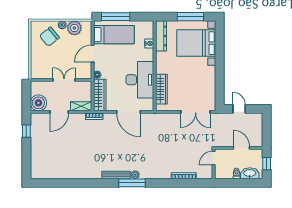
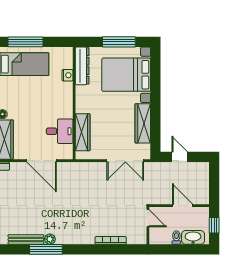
desk: (140, 80) -> (60, 131), width x0.53, depth x0.77
wardrobe: (210, 82) -> (143, 123), added
door: (214, 158) -> (148, 218), swing flipped

